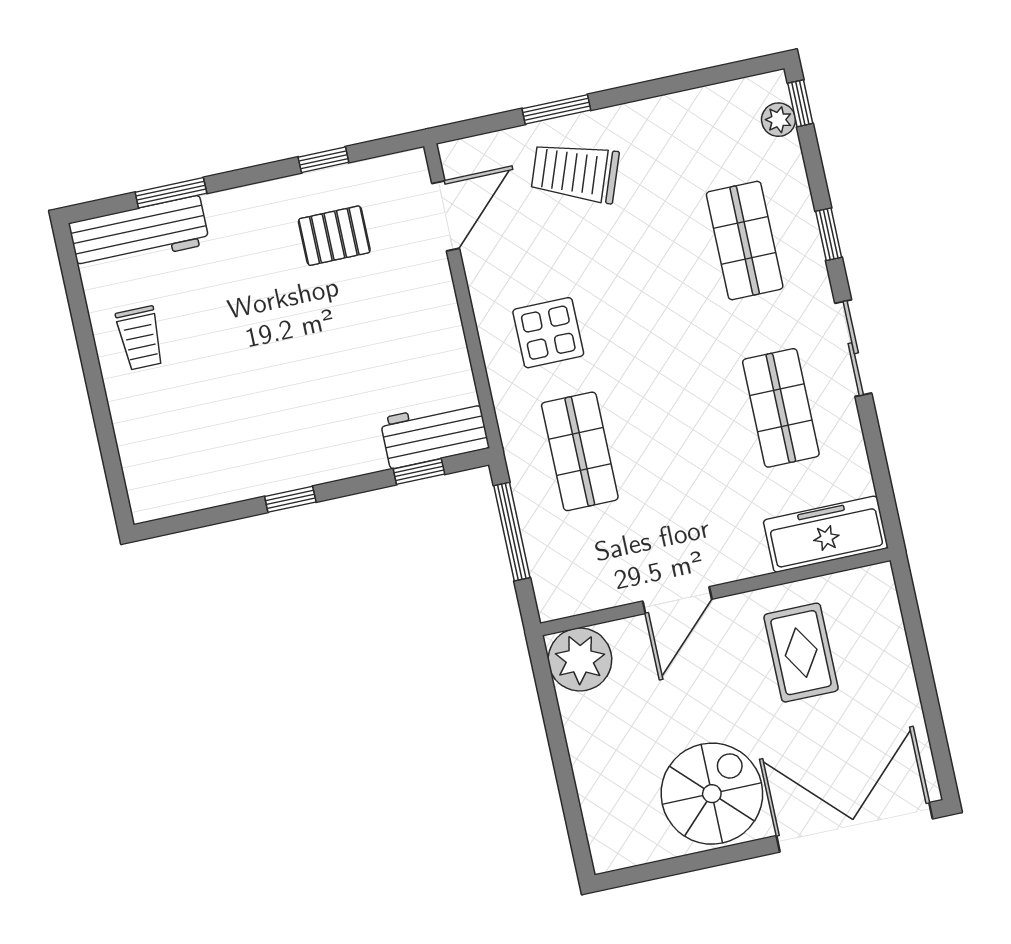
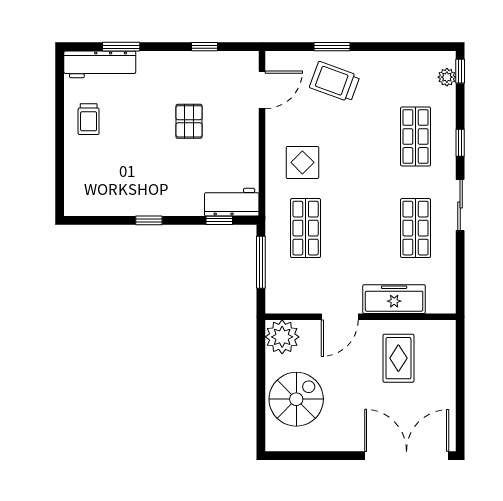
pallet: (334, 236) -> (189, 121), moved, turned 90
freezer: (826, 534) -> (394, 299), moved
spiral stairs: (712, 794) -> (296, 399), moved

